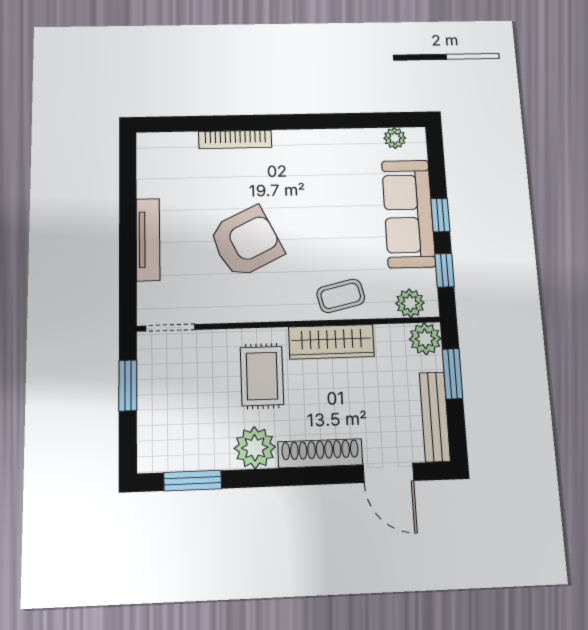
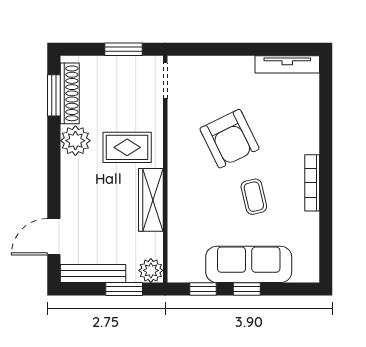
plant: (395, 138) -> (311, 258), removed
bookcase: (235, 139) -> (312, 183), moved
tv unit: (148, 240) -> (287, 64), moved
coffee table: (341, 296) -> (254, 197), moved
plant: (410, 303) -> (178, 261), removed
shoe rack: (320, 453) -> (70, 93), moved

